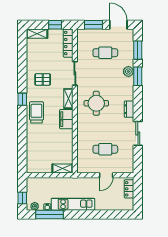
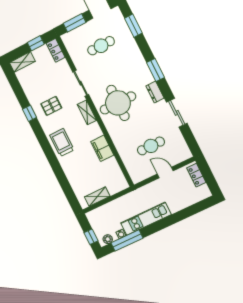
locker: (68, 43) -> (56, 50), width x0.66
plant: (128, 72) -> (135, 53), removed
window: (138, 76) -> (155, 70), moved
window: (22, 99) -> (30, 113), moved
round table: (96, 103) -> (118, 103), width x1.36, depth x1.36
filing cabinet: (66, 119) -> (102, 148), moved
shelving: (62, 168) -> (97, 197), moved
door: (106, 175) -> (165, 172), swing flipped

